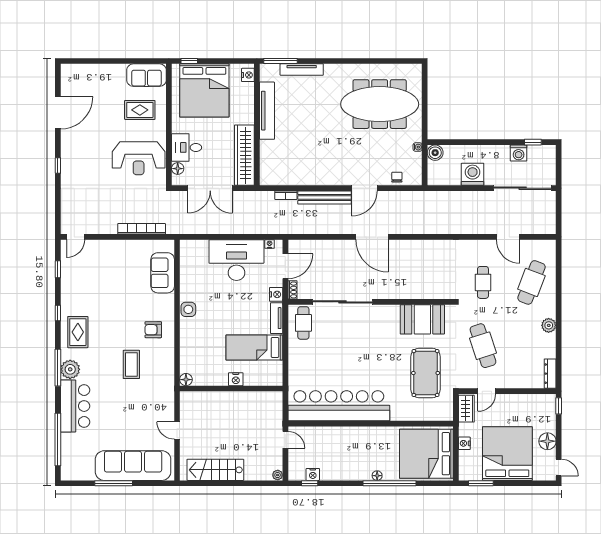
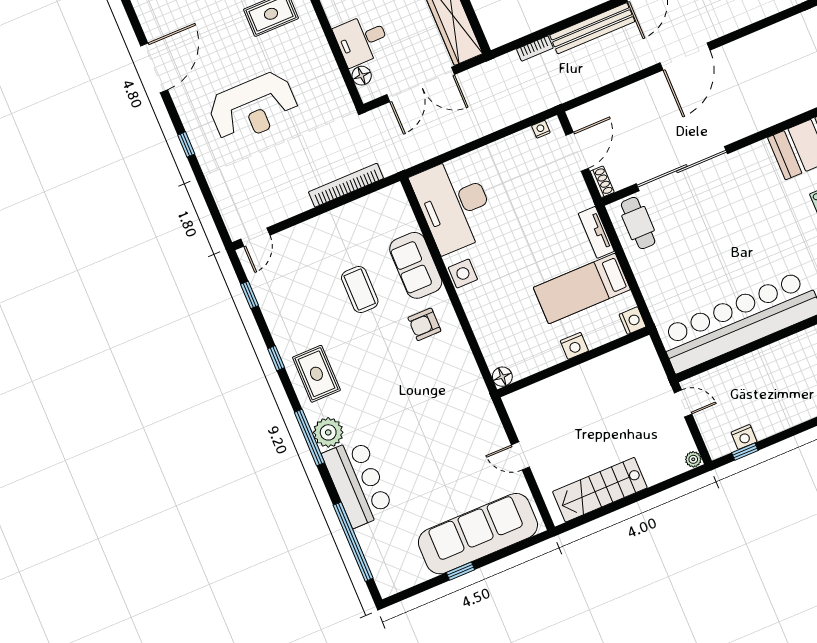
reception desk: (139, 158) -> (253, 107), moved
door: (372, 237) -> (685, 56), hinge flipped
desk: (236, 260) -> (454, 205), moved, turned -90
sofa: (163, 273) -> (416, 265), moved
nightstand: (276, 294) -> (633, 321), moved
coffee table: (131, 364) -> (360, 290), moved
window: (114, 483) -> (461, 571), width x0.46

